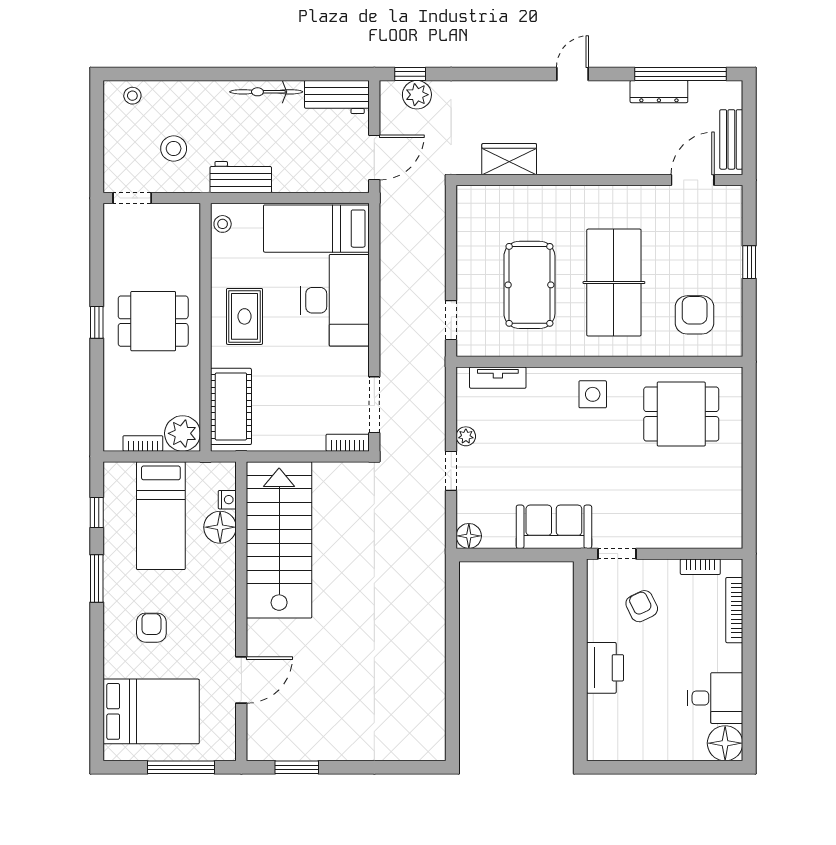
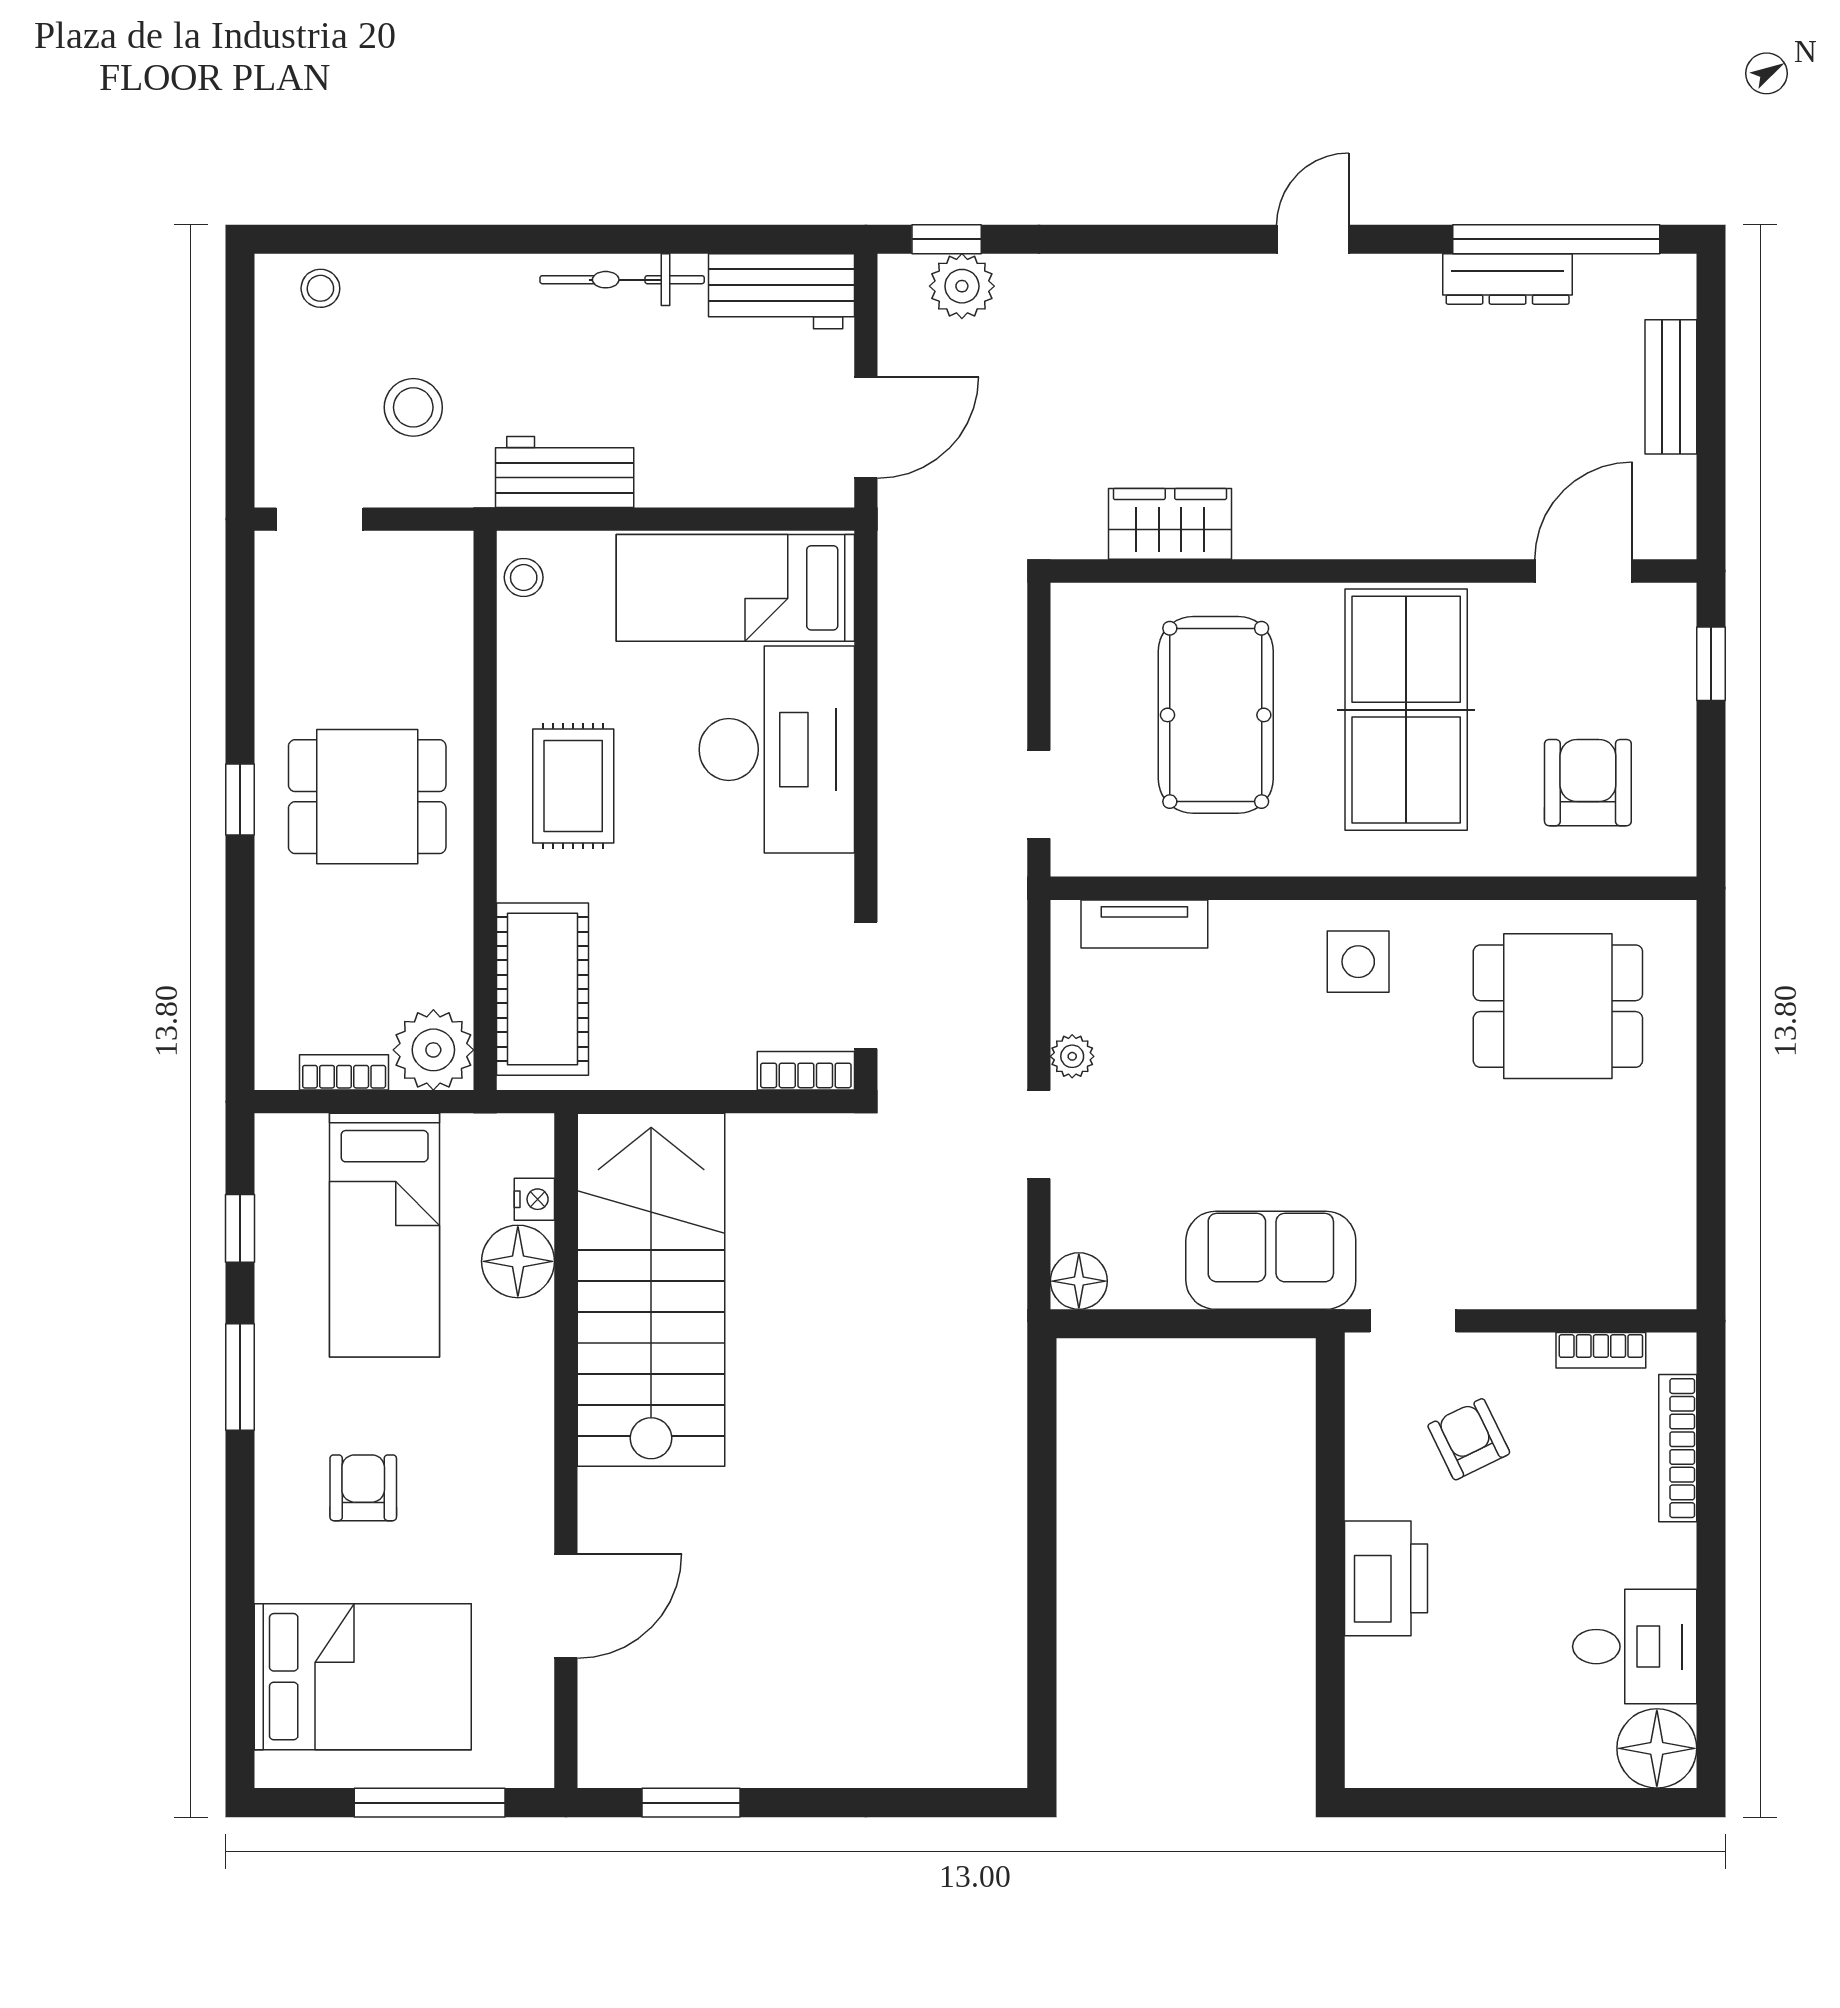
wardrobe: (509, 159) -> (1170, 524), moved
wall: (599, 180) -> (1374, 571), moved
door: (693, 180) -> (1584, 571), moved

